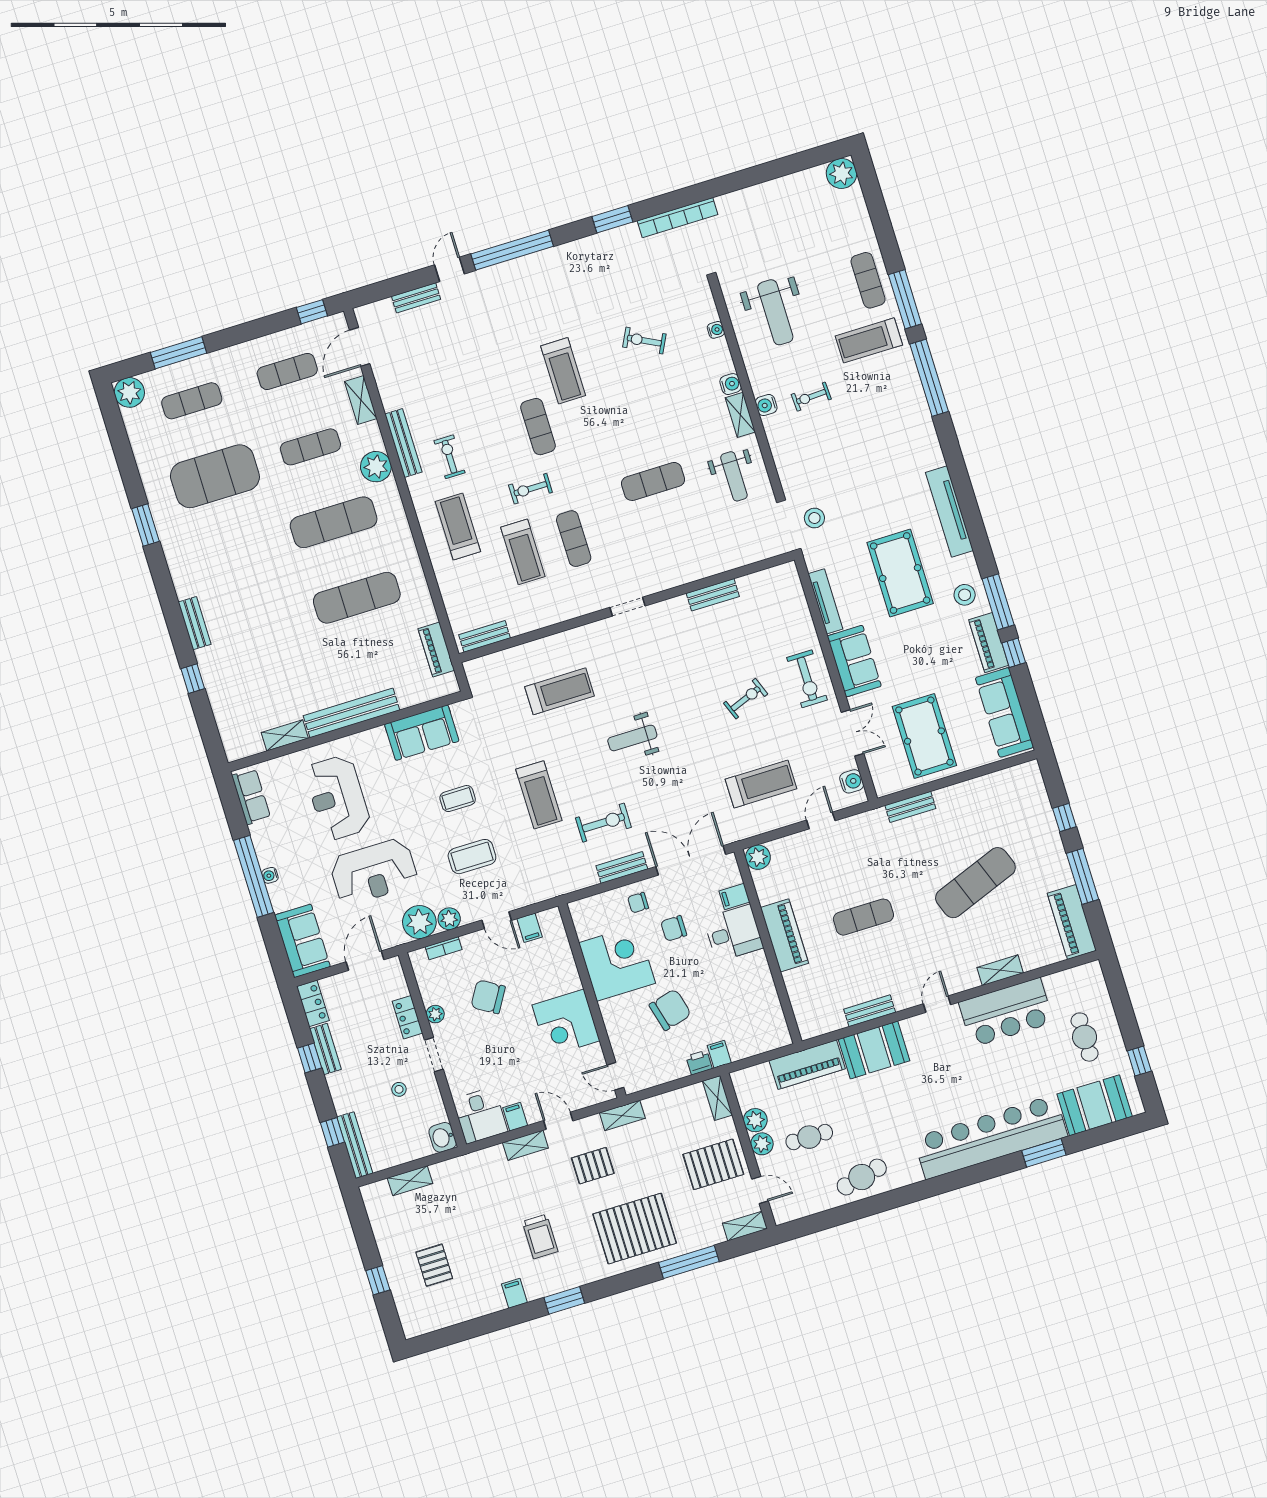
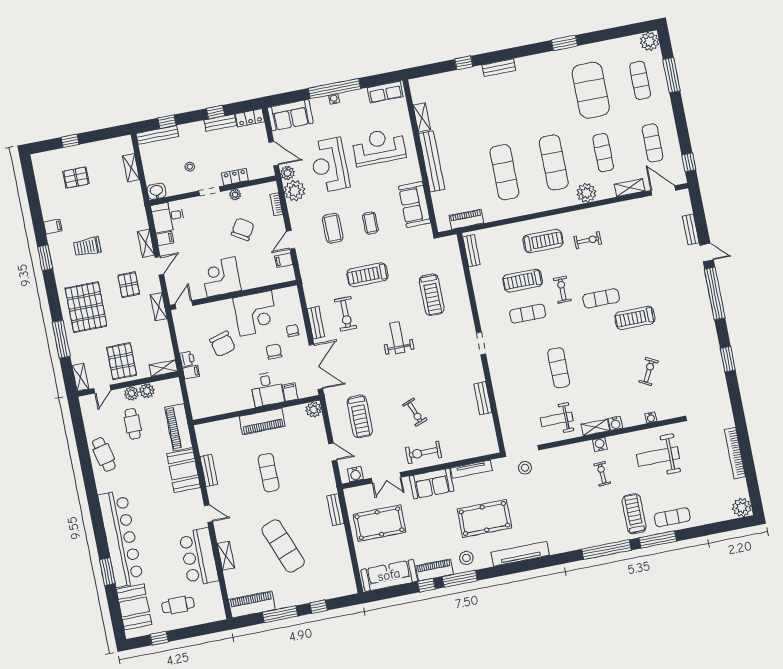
bookcase: (677, 218) -> (735, 453), moved
bench: (403, 443) -> (599, 212), removed
plant: (449, 919) -> (287, 173), moved

